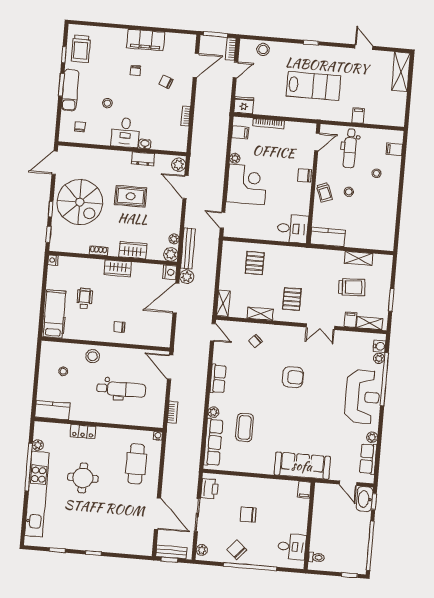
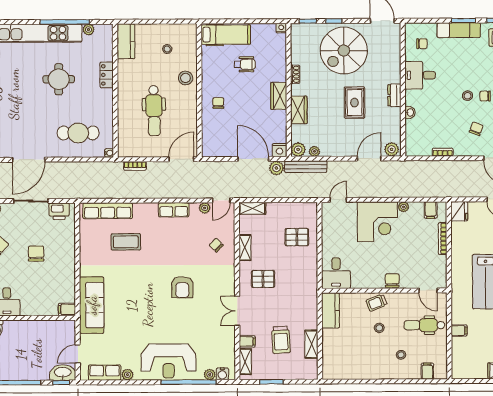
stool: (107, 103) -> (468, 96), moved
desk: (125, 132) -> (420, 75), moved
dresser: (143, 159) -> (394, 95), moved
plant: (213, 412) -> (205, 208), moved

